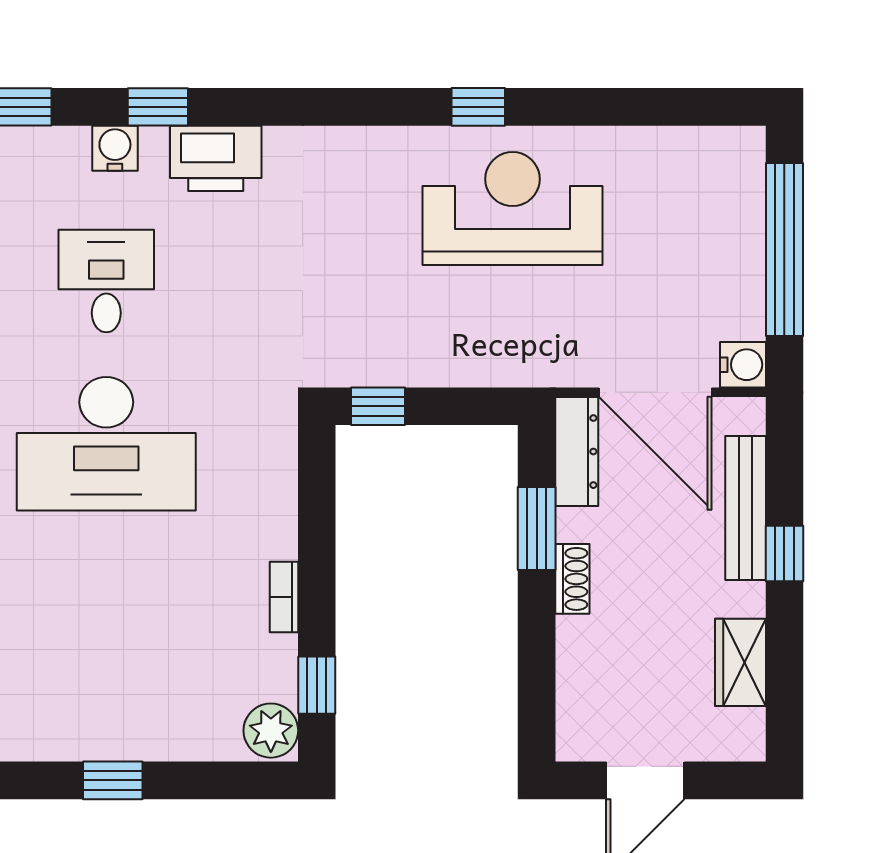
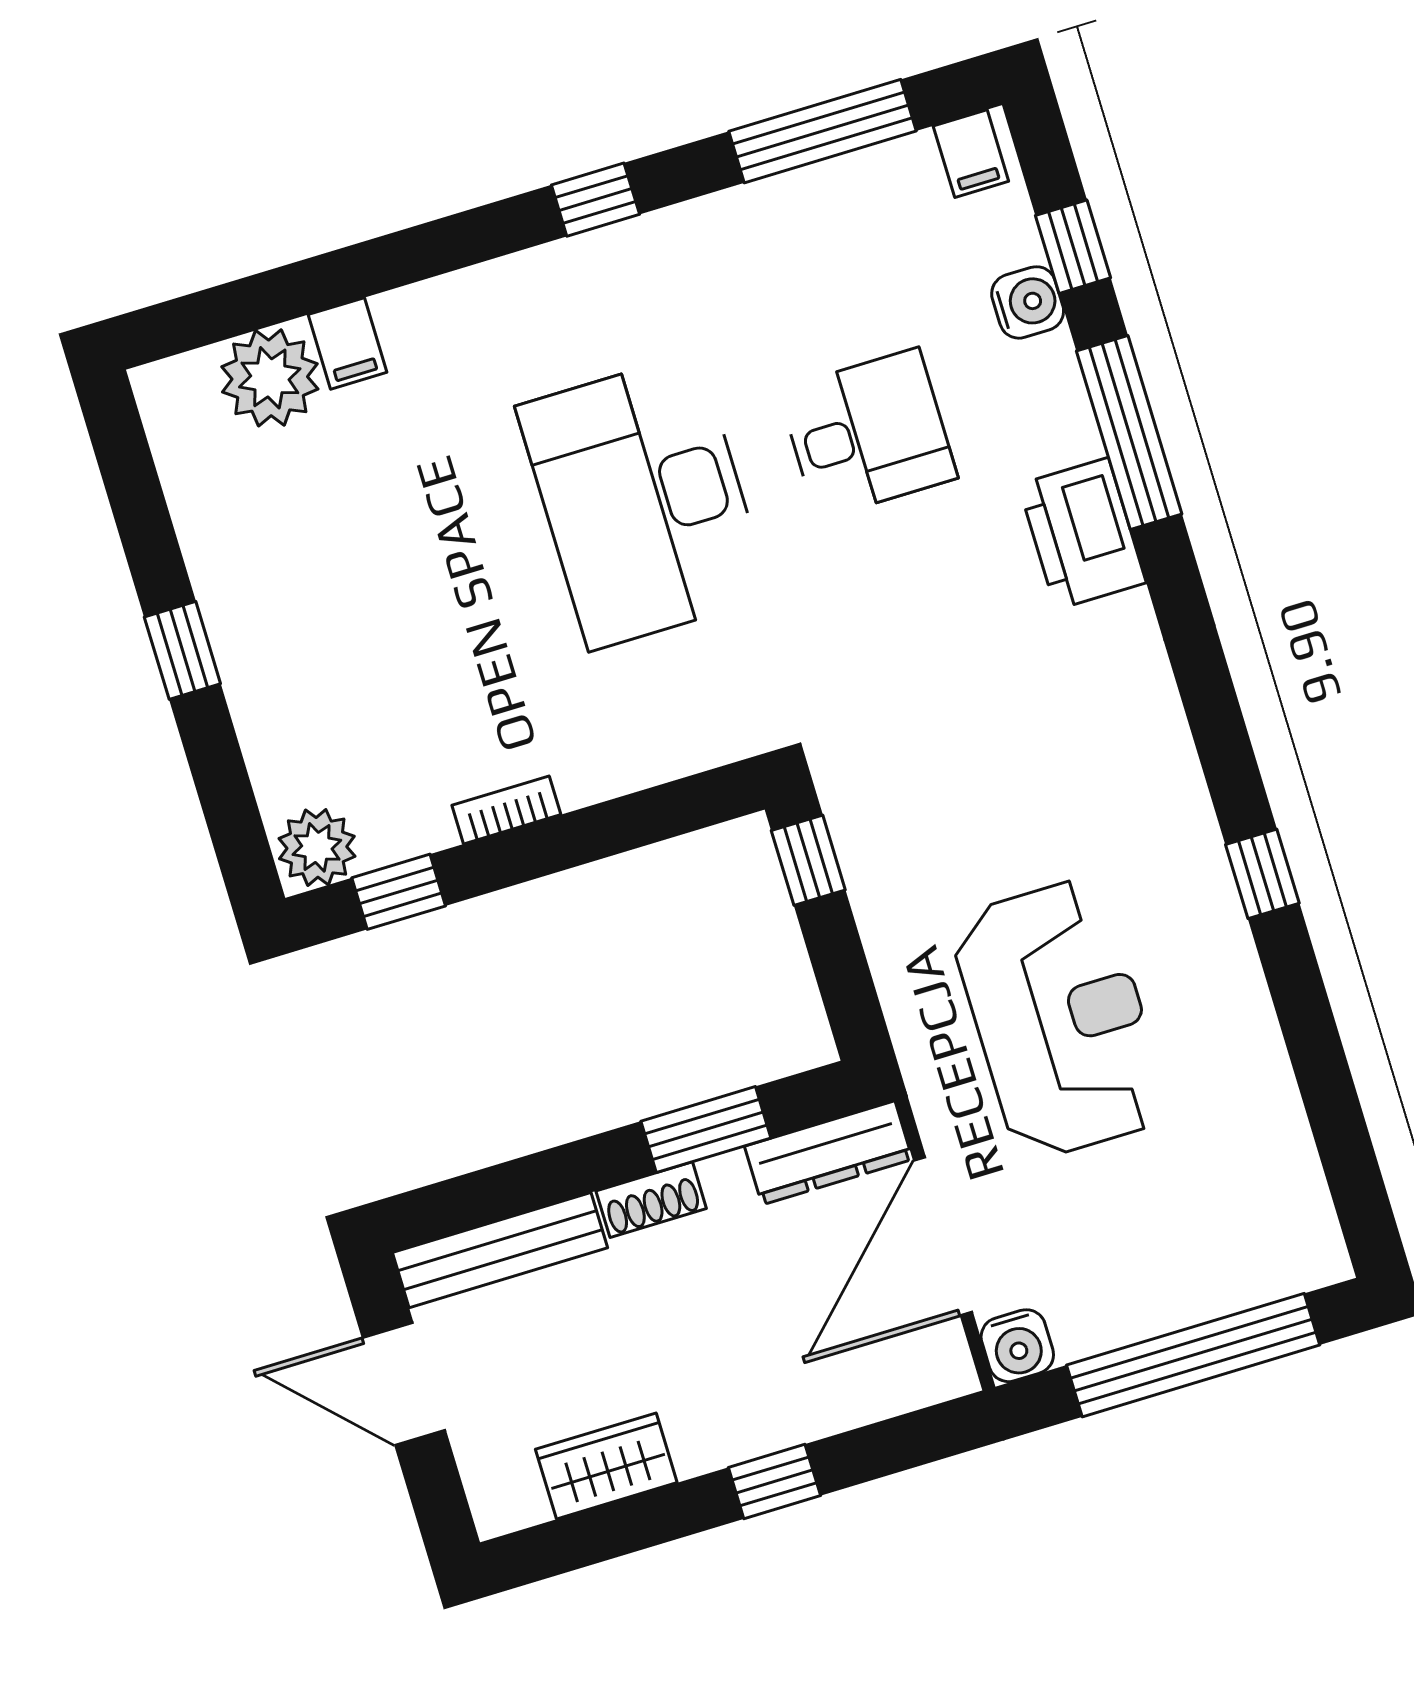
window: (158, 107) -> (1129, 432), width x2.17
water cooler: (115, 148) -> (1028, 302), moved
reception desk: (513, 208) -> (1060, 1019), moved
bench: (746, 508) -> (500, 1250), moved

